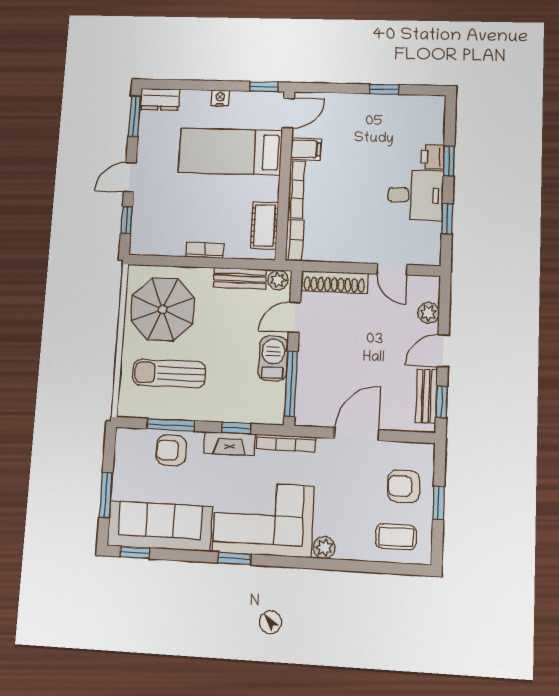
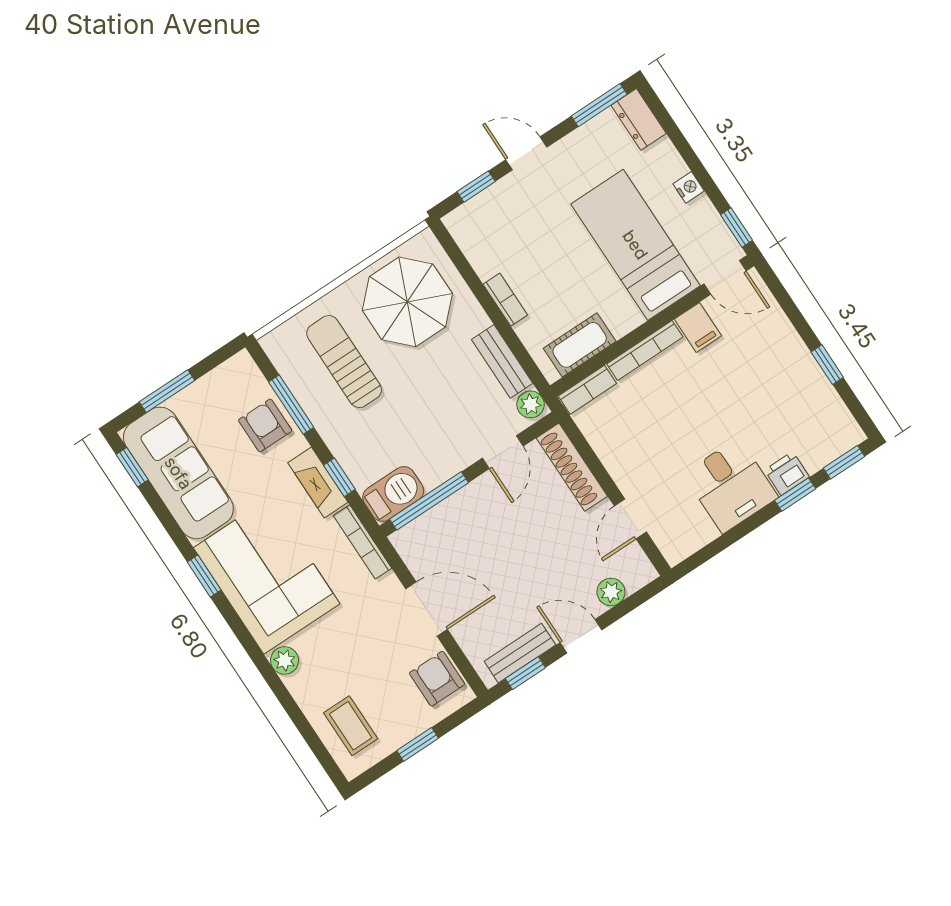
window: (447, 219) -> (844, 462), moved
door: (294, 317) -> (503, 452), swing flipped
barbecue: (273, 359) -> (393, 494), moved
armchair: (404, 486) -> (437, 679), moved

